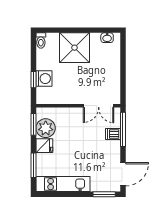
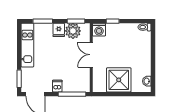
shower: (74, 48) -> (119, 80), moved
washing machine: (44, 79) -> (99, 30), moved
double door: (99, 106) -> (91, 55), moved
dishwasher: (113, 134) -> (57, 86), moved

